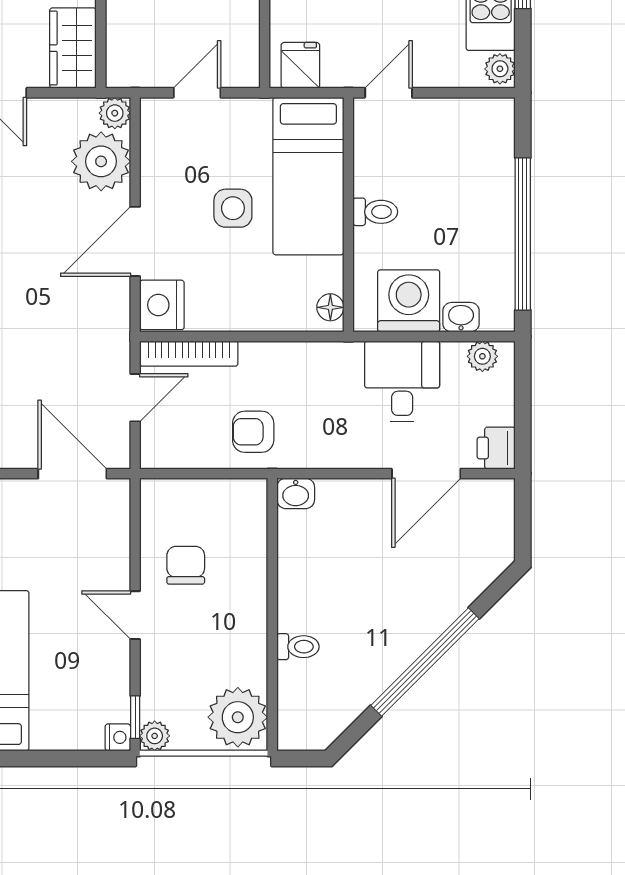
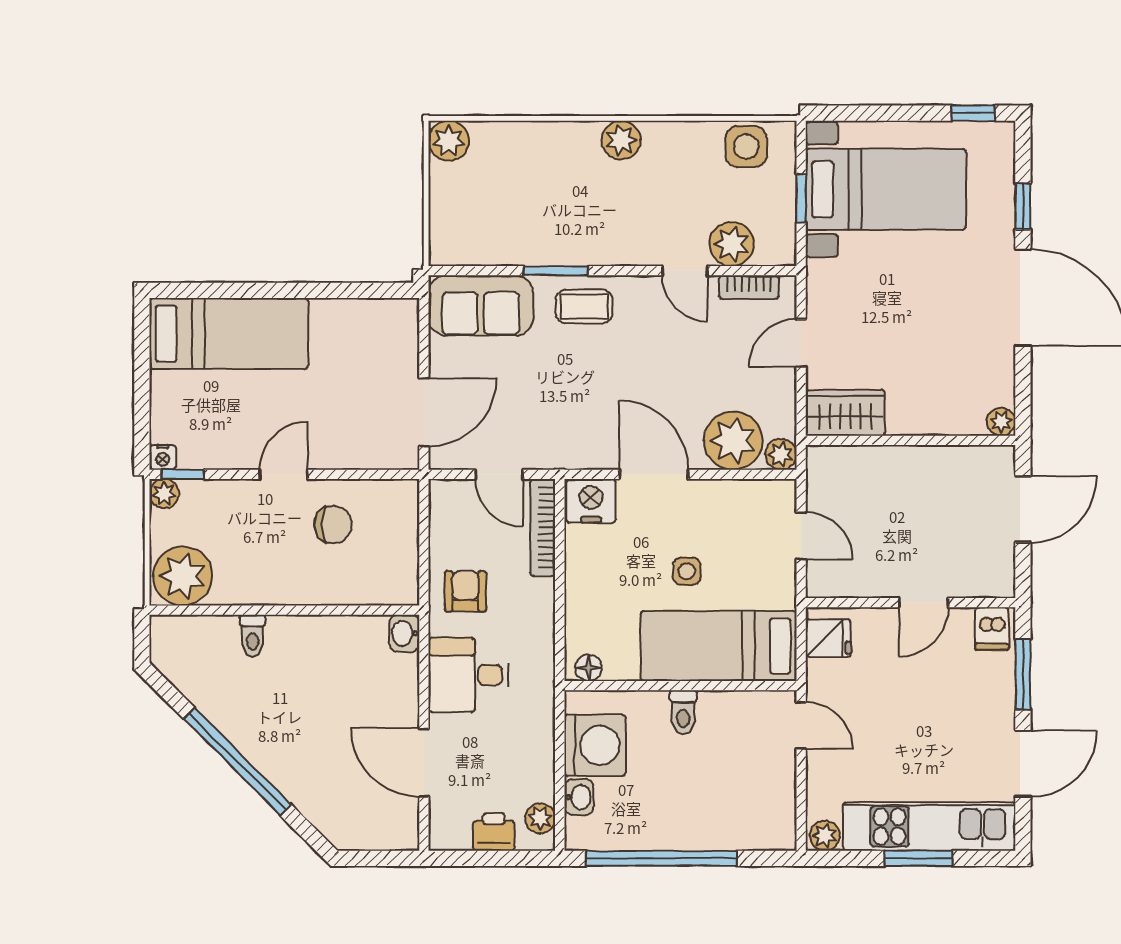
side table: (233, 208) -> (687, 571), width x0.73, depth x0.73
desk: (402, 382) -> (469, 675), moved, turned 180
printer: (496, 448) -> (494, 832), moved

